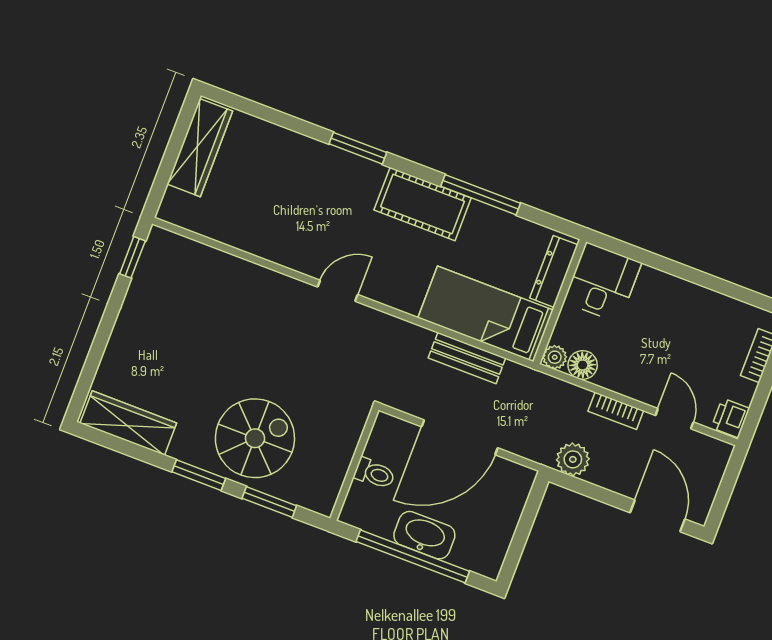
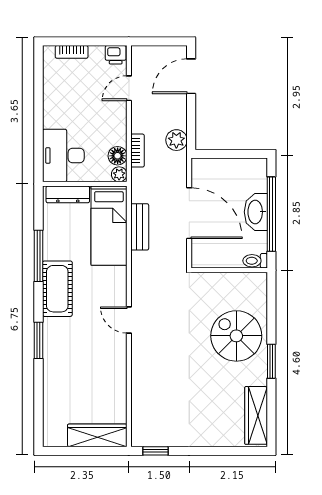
wardrobe: (200, 148) -> (97, 435), moved
desk: (602, 282) -> (63, 156), width x1.37
bookcase: (616, 411) -> (137, 151), moved
toilet: (375, 473) -> (255, 261), moved, turned -90
window: (269, 502) -> (271, 313), removed

